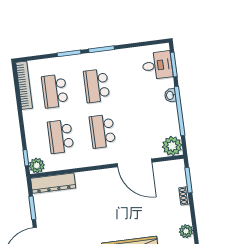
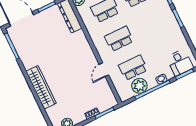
school desk: (97, 86) -> (133, 68), moved
plant: (172, 146) -> (139, 86), moved
door: (135, 163) -> (104, 70), width x0.53

